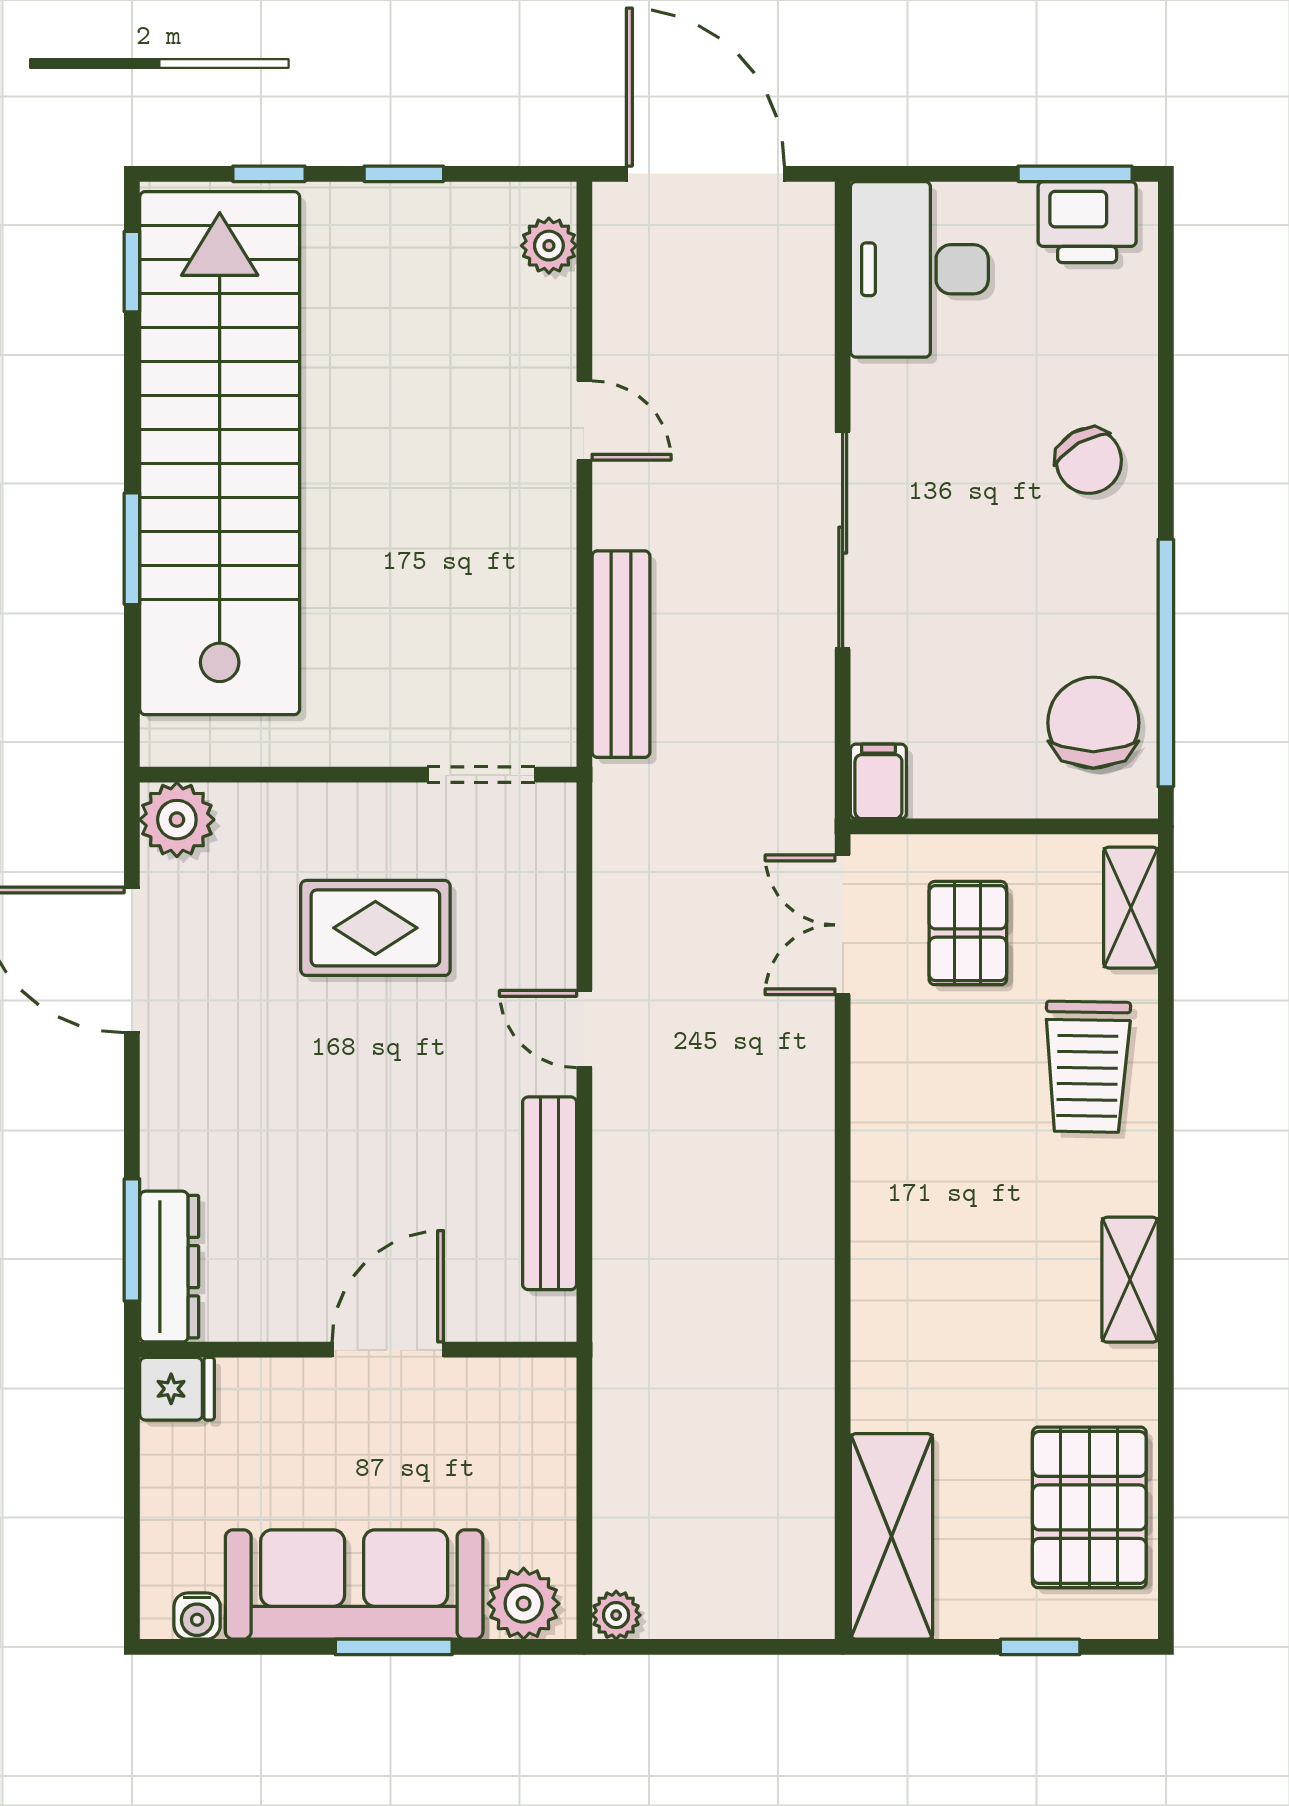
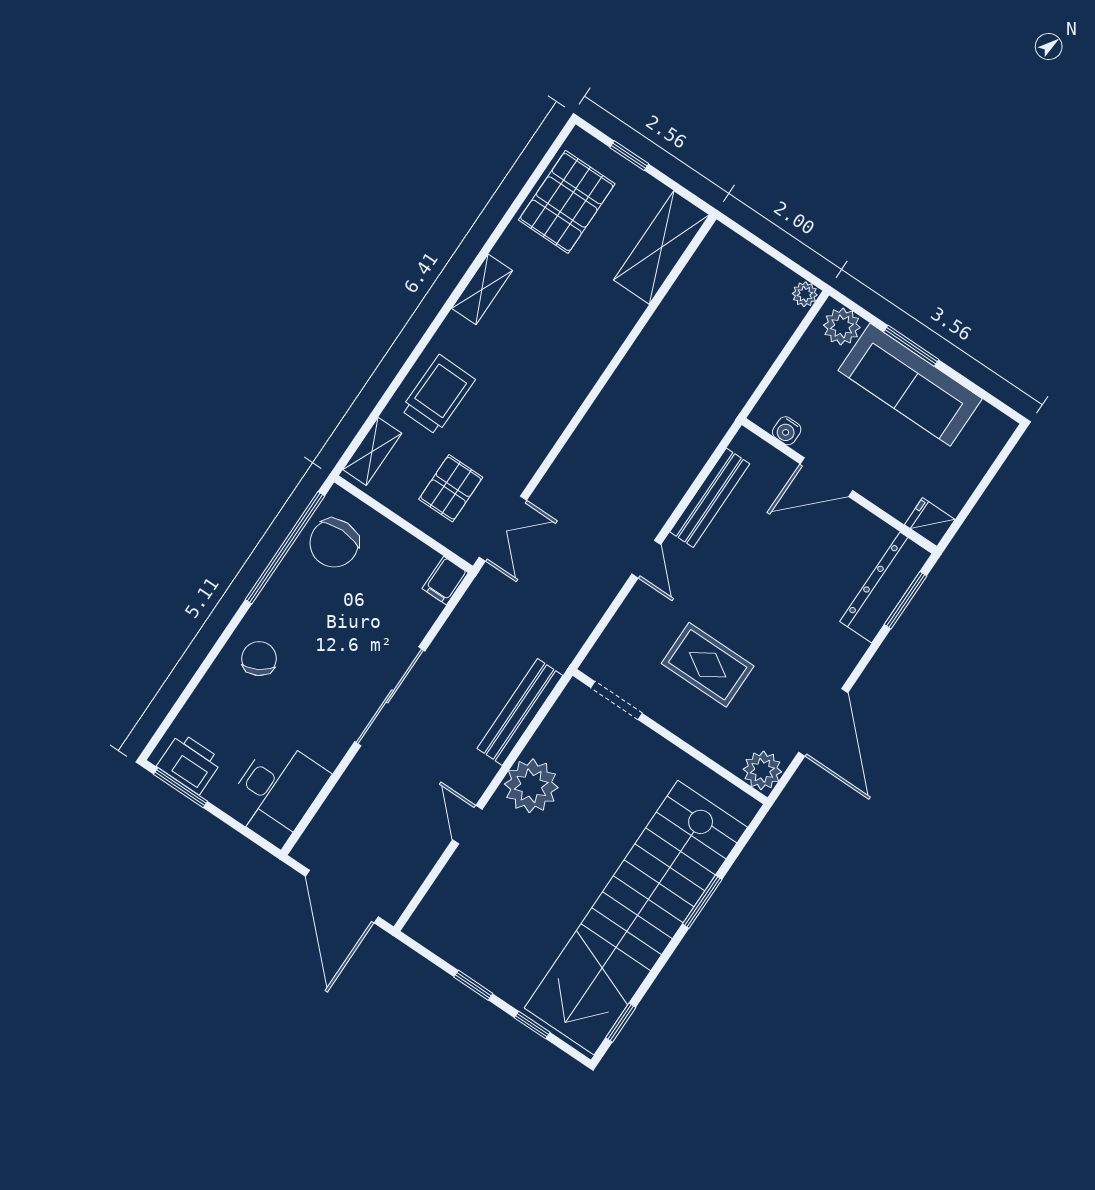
plant: (549, 246) -> (531, 786), moved, width x1.87, depth x1.87
dresser: (169, 1267) -> (886, 588), width x1.37, depth x1.24
water cooler: (197, 1616) -> (787, 431), moved, turned 180

